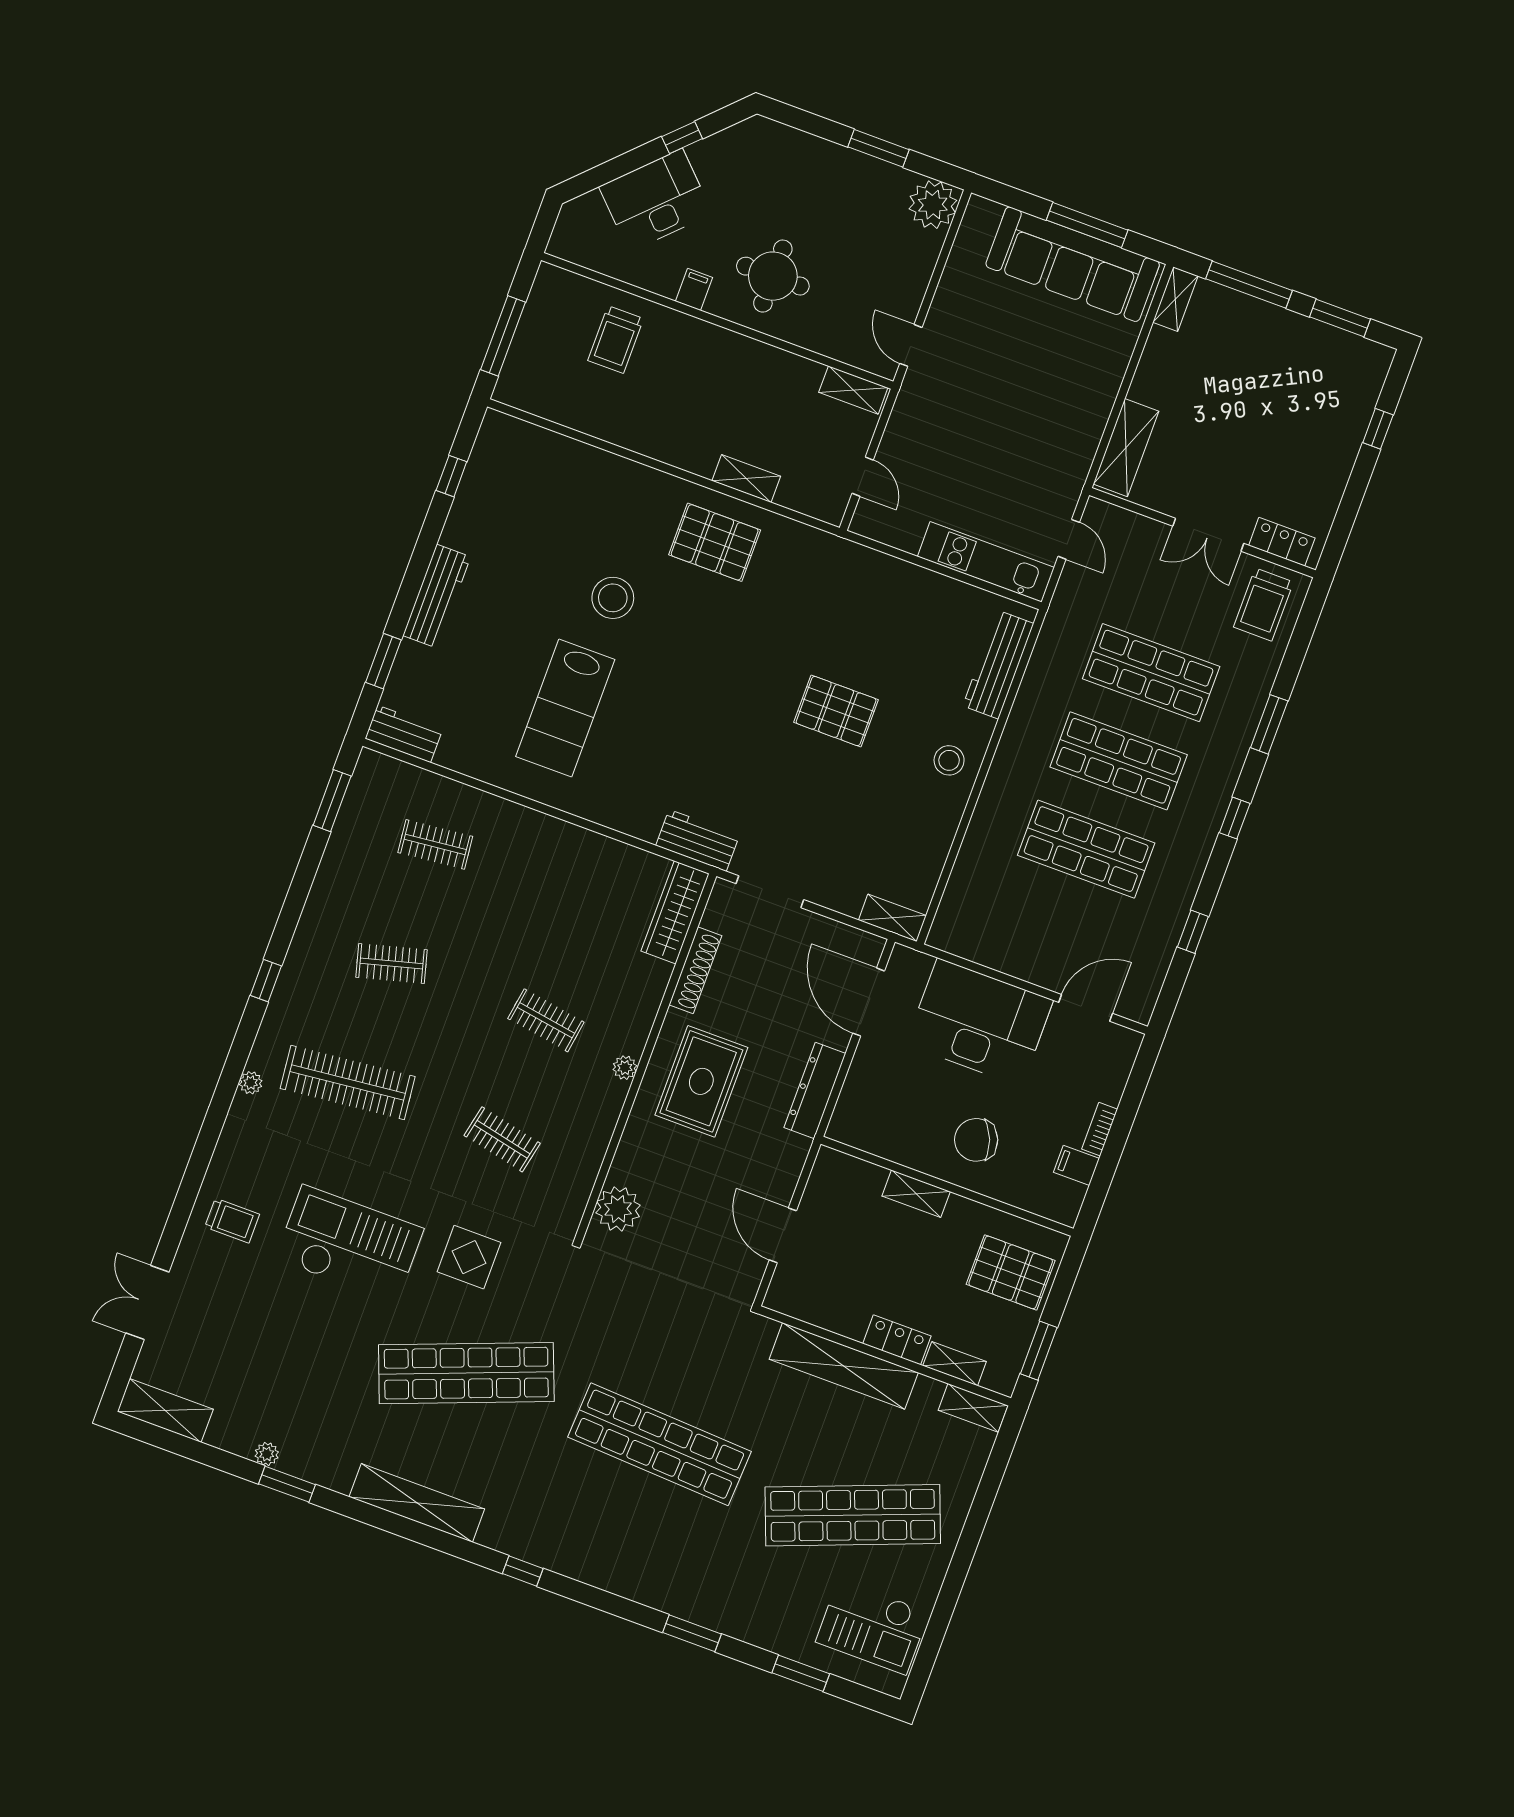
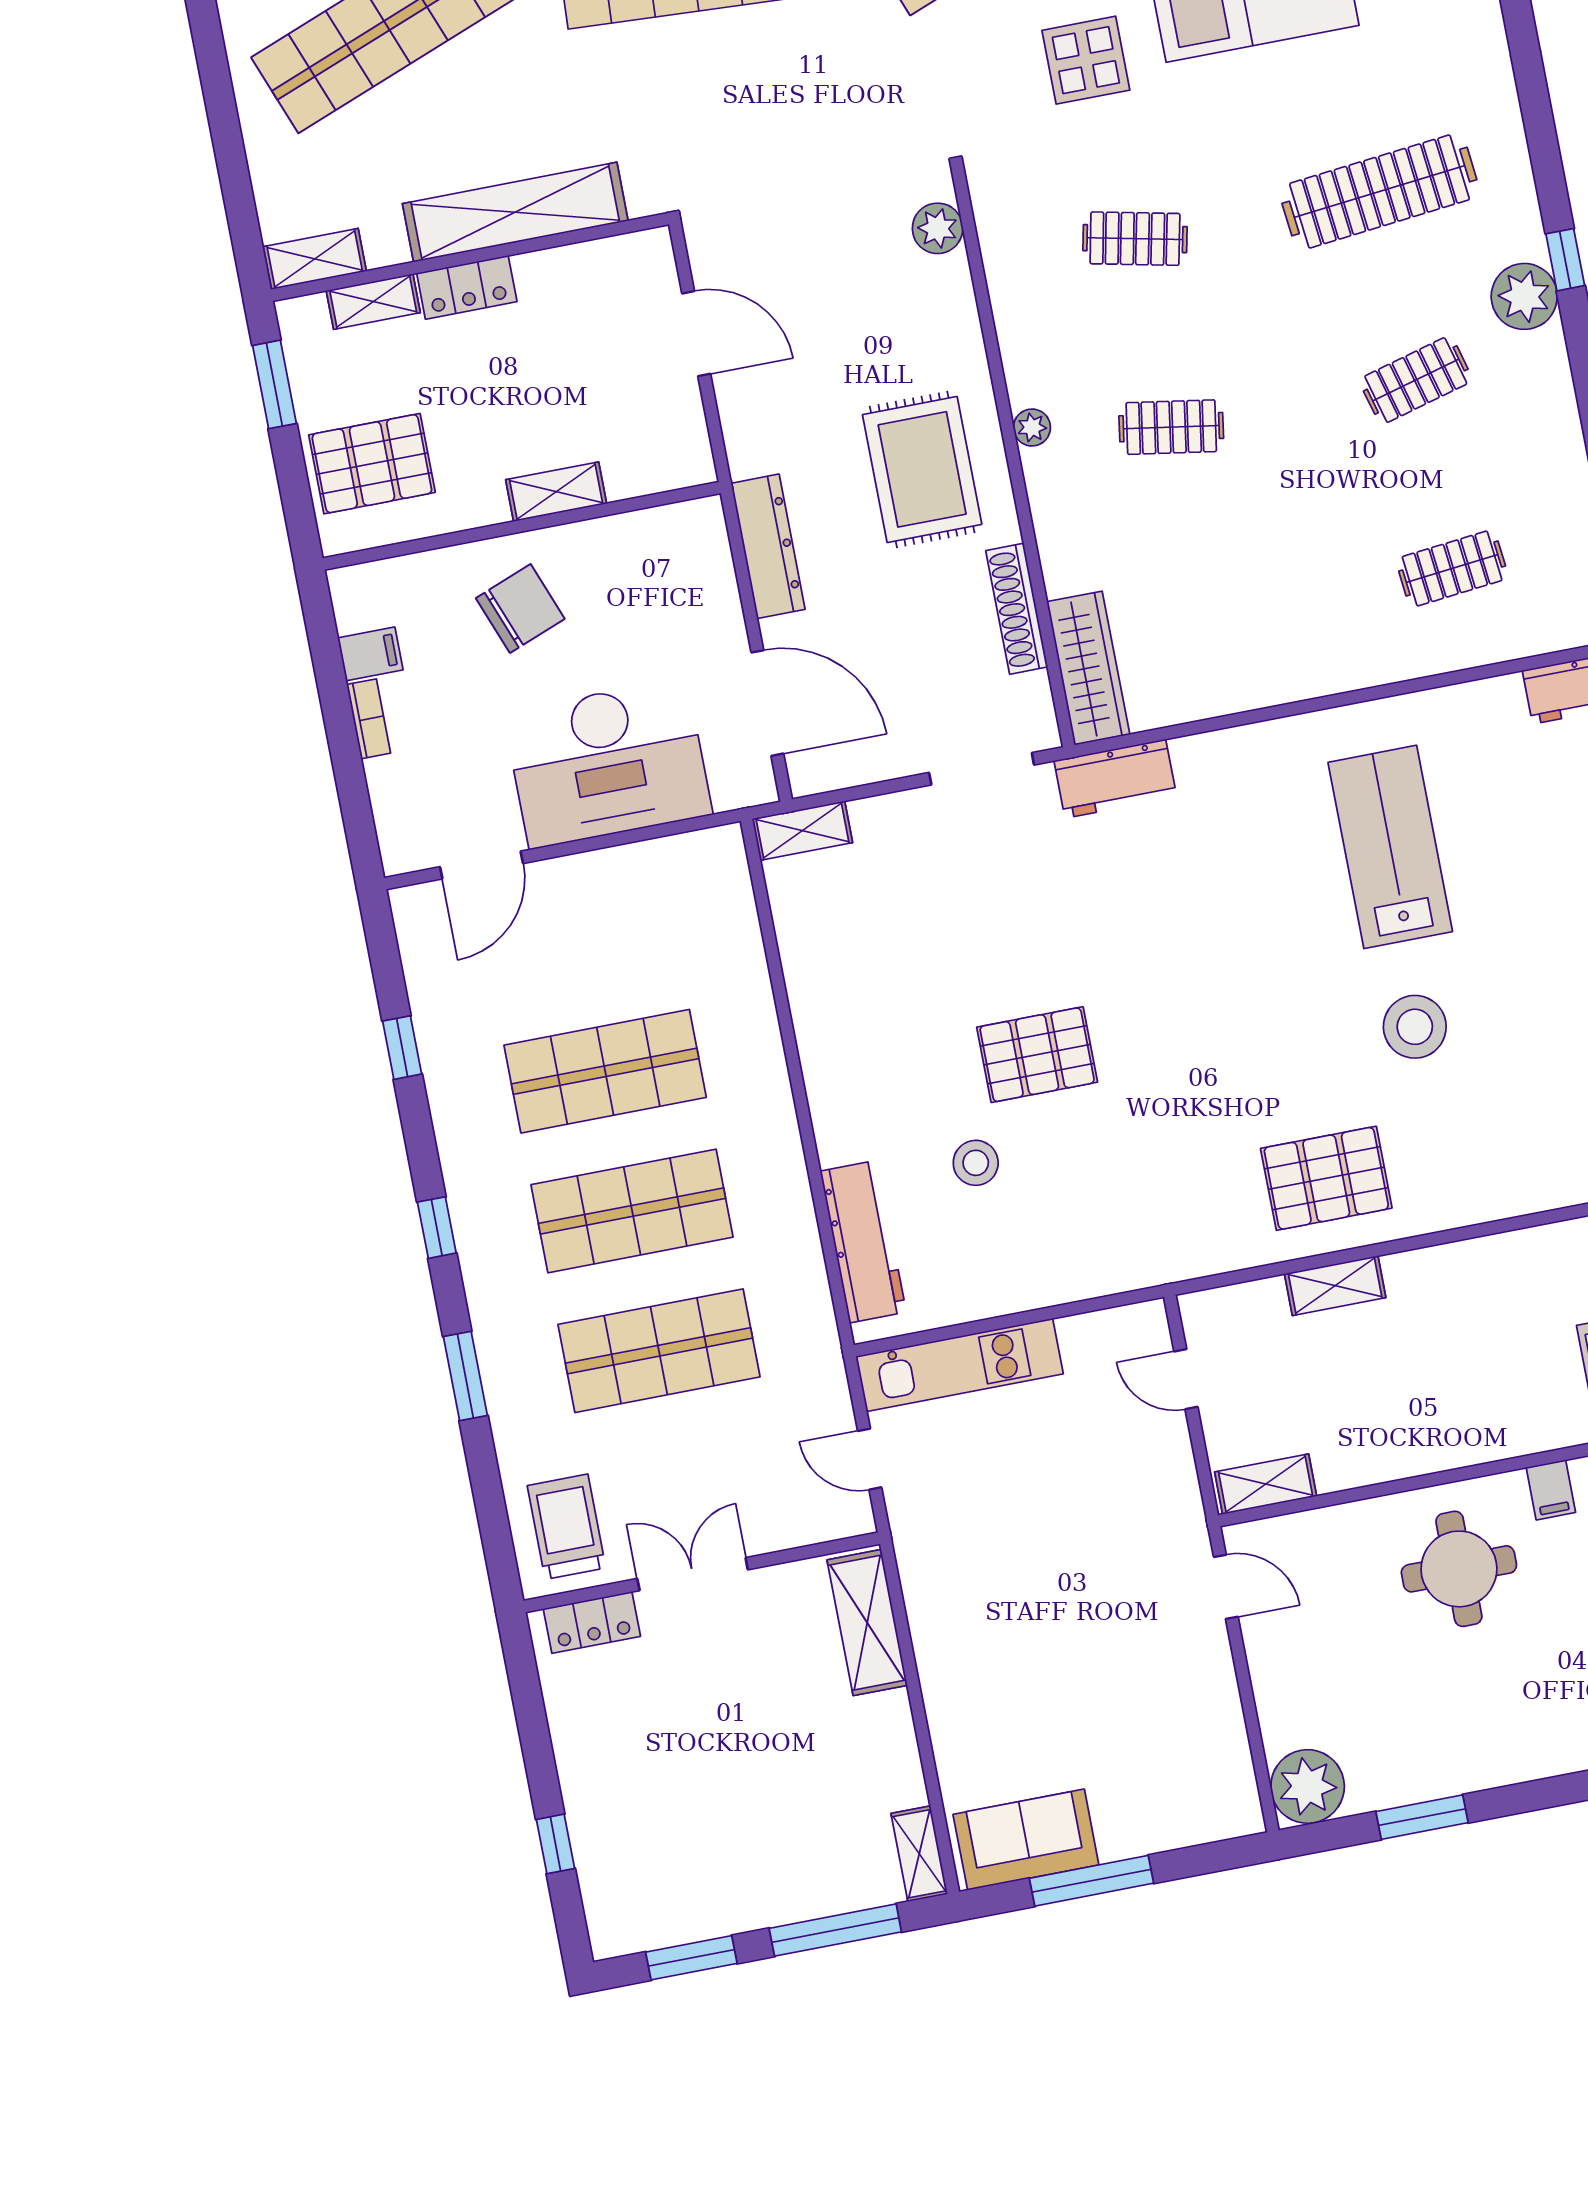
sofa: (1073, 264) -> (1026, 1840), width x0.54, depth x0.79
stool: (949, 760) -> (976, 1163), moved
plant: (251, 1083) -> (1524, 296), moved, width x1.87, depth x1.87
plant: (618, 1209) -> (938, 228), width x0.73, depth x0.73

